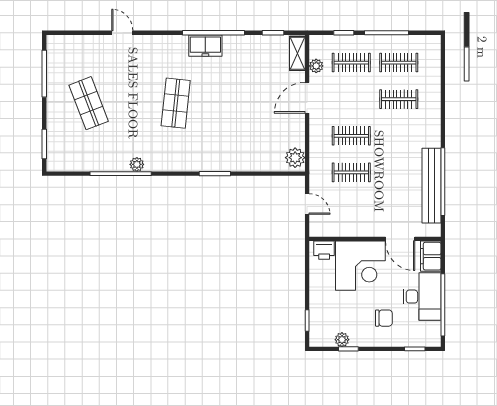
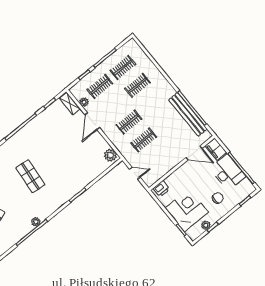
freezer: (205, 46) -> (22, 136), removed
corner desk: (360, 266) -> (187, 210), moved, turned -90

